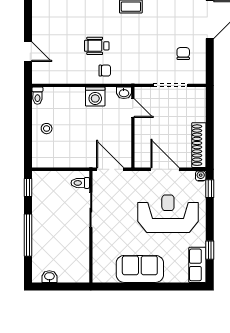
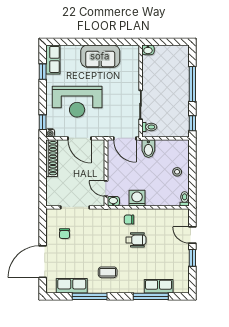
window: (28, 24) -> (192, 258), added
bidet: (81, 157) -> (148, 149), added
washbasin: (49, 277) -> (148, 50), moved

